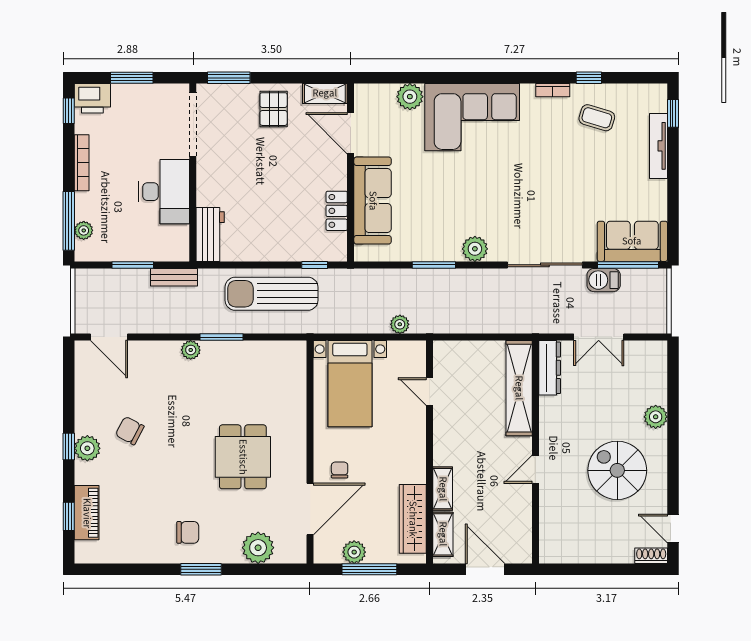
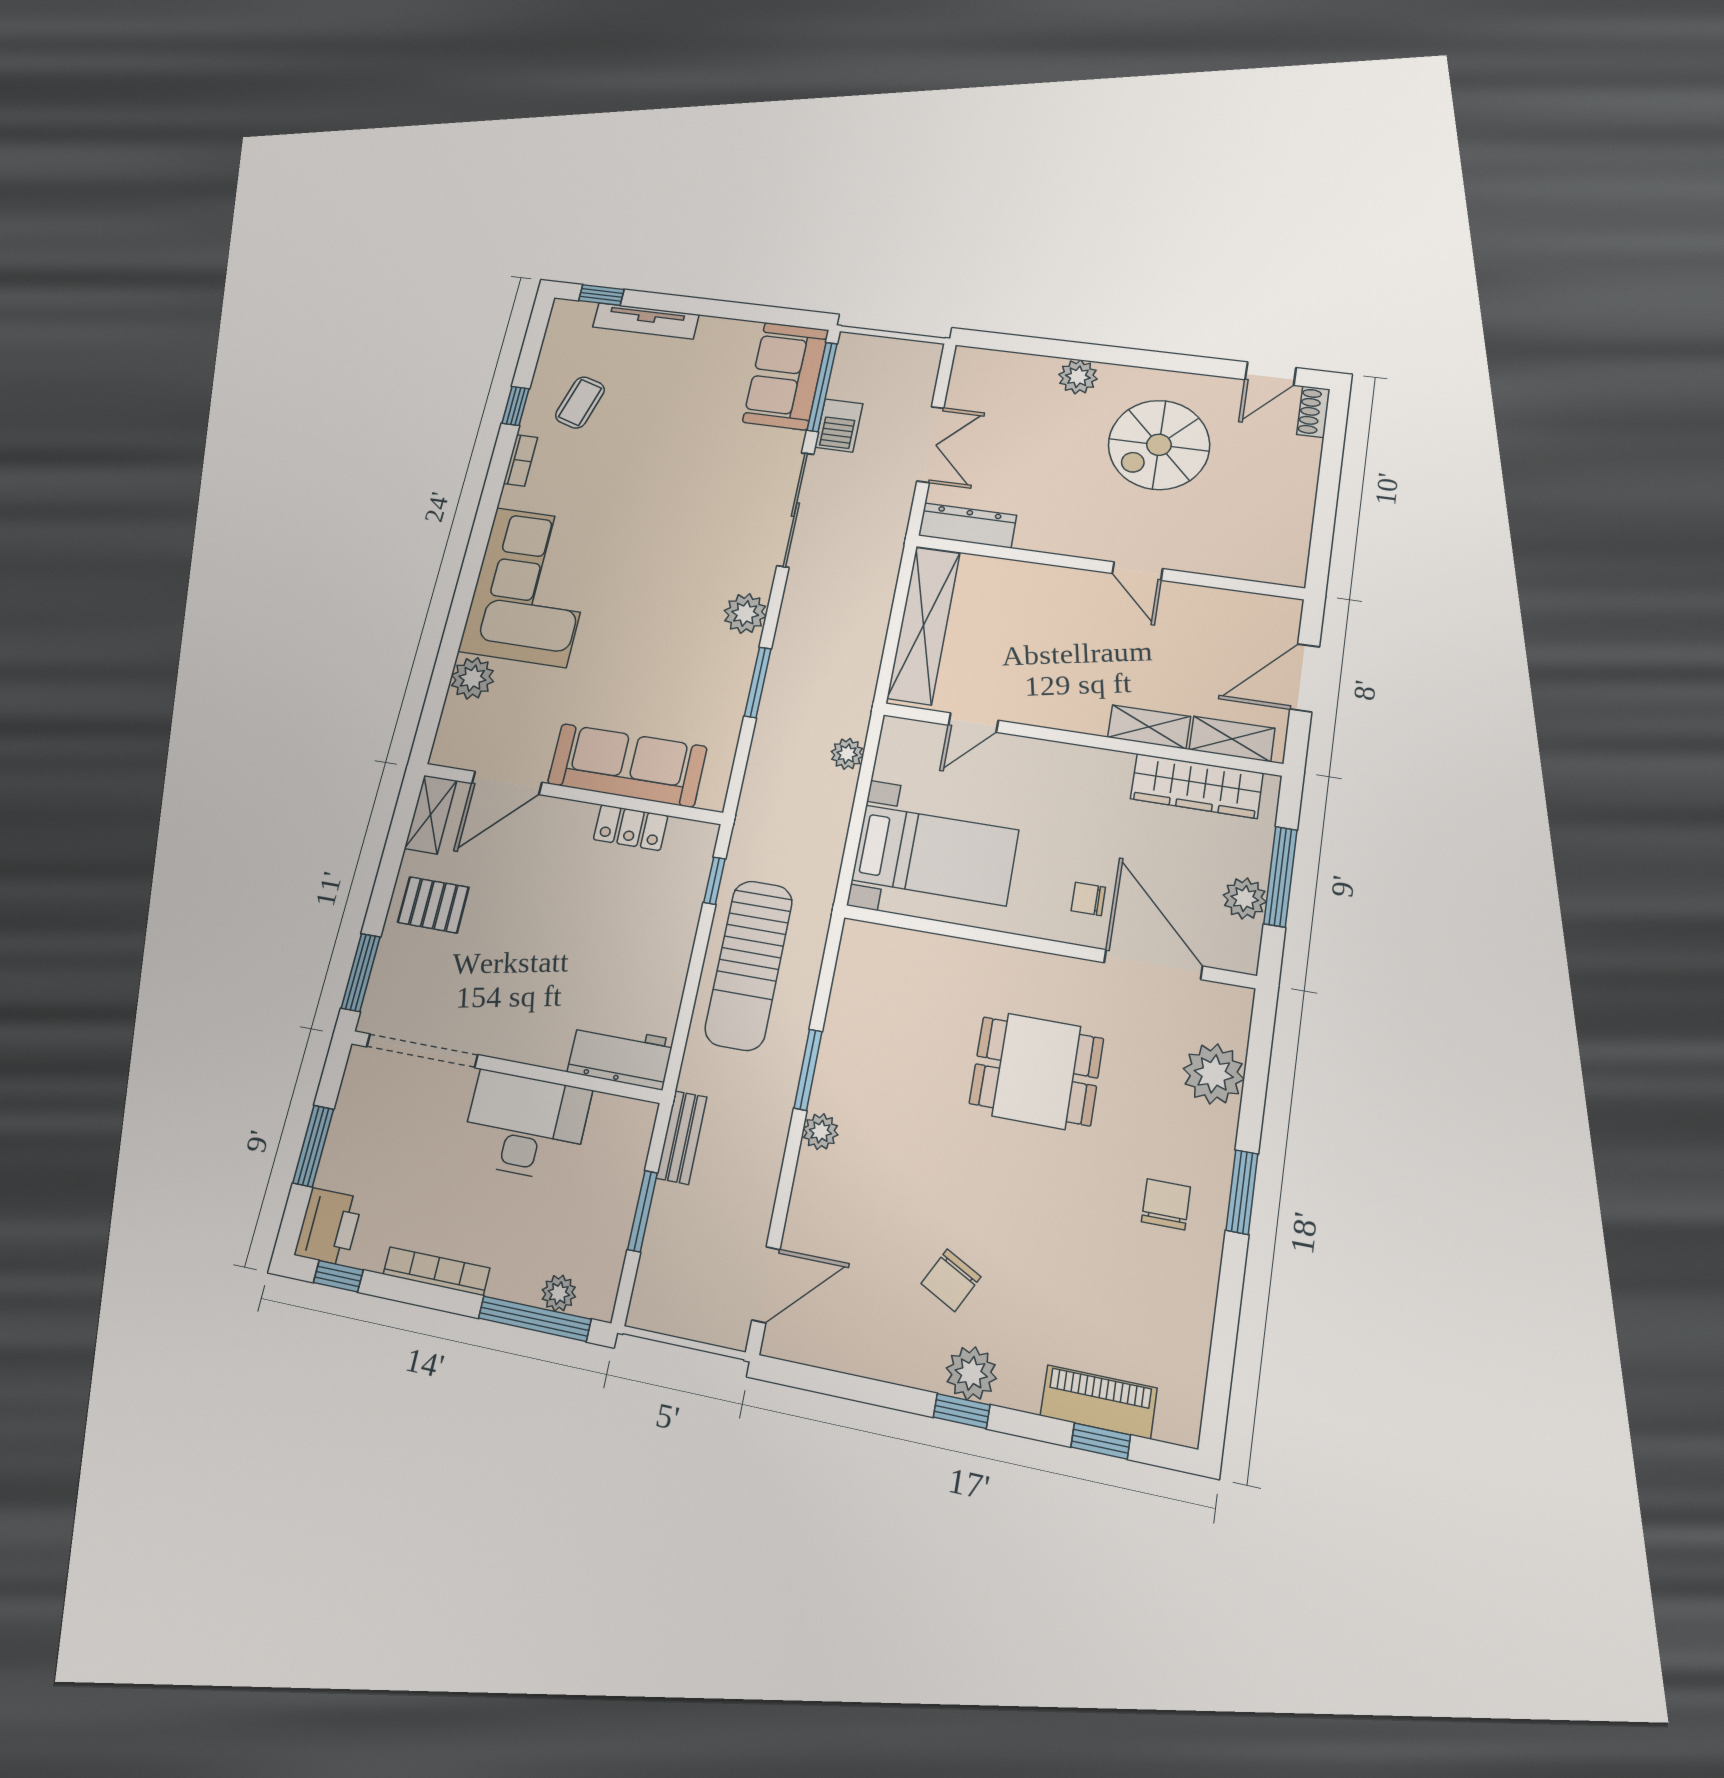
shelving: (519, 388) -> (924, 625), moved, turned 90

